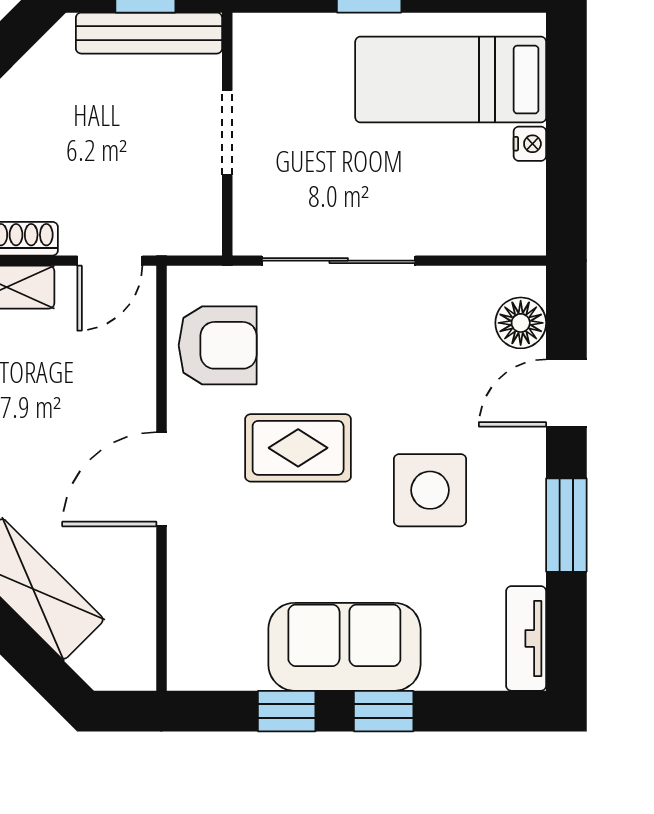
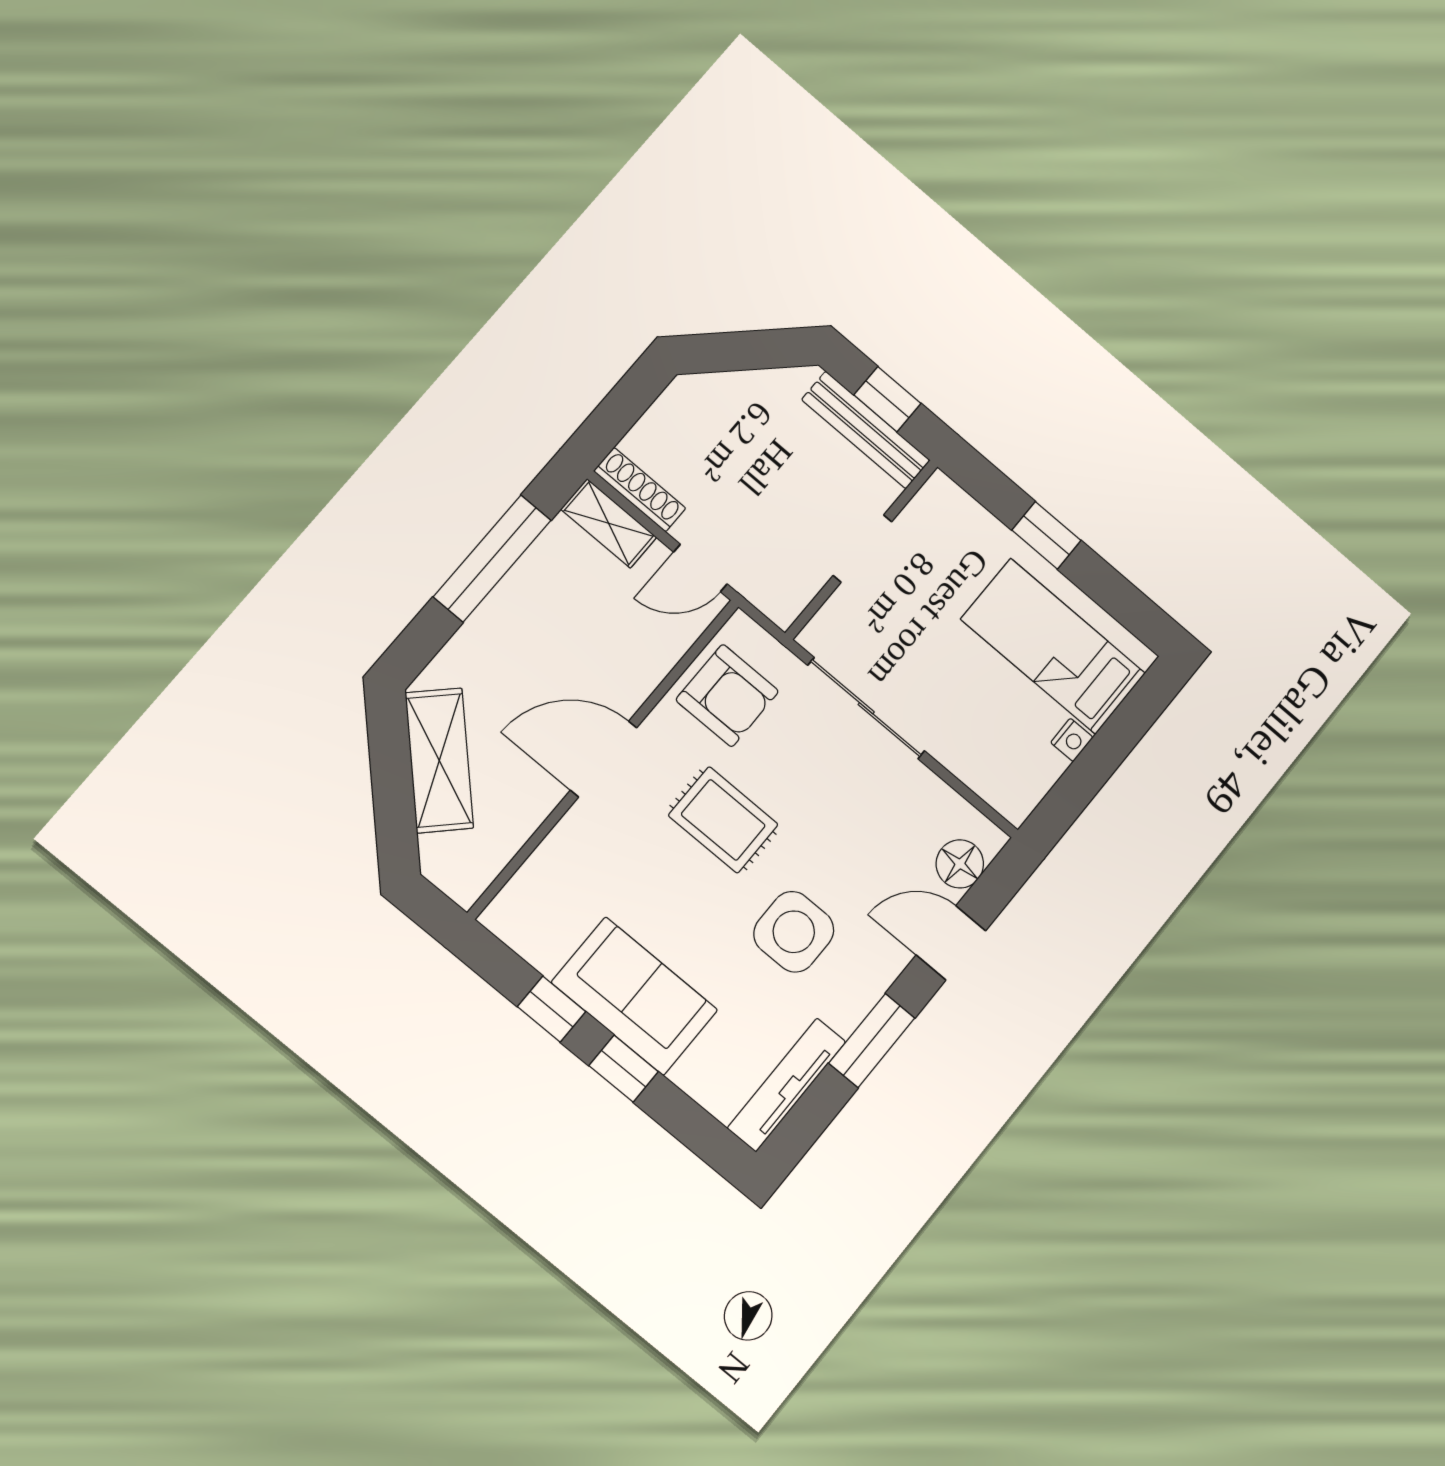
tv unit: (526, 638) -> (787, 1085), width x1.41

